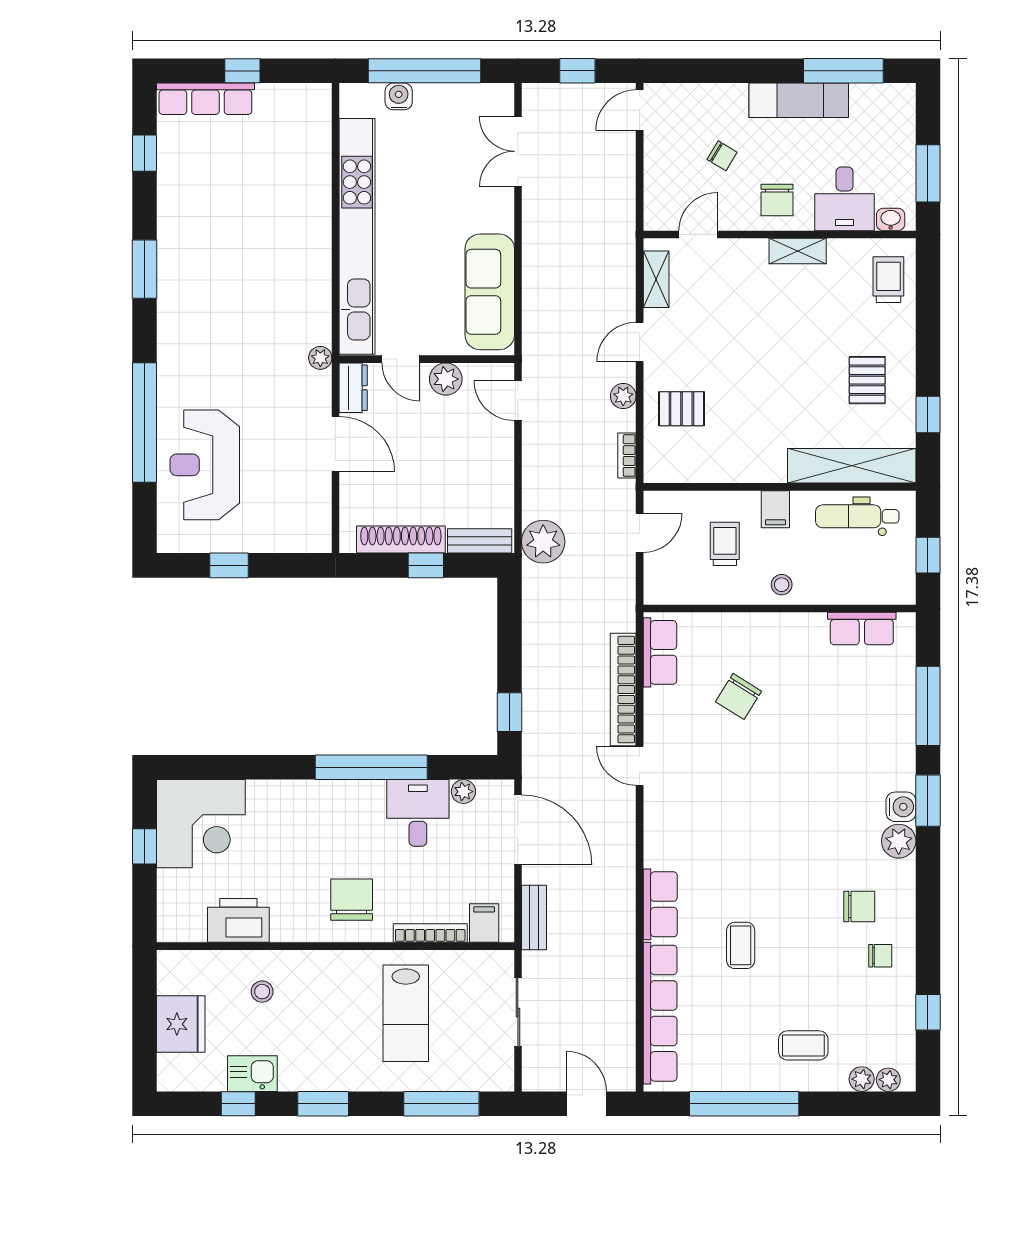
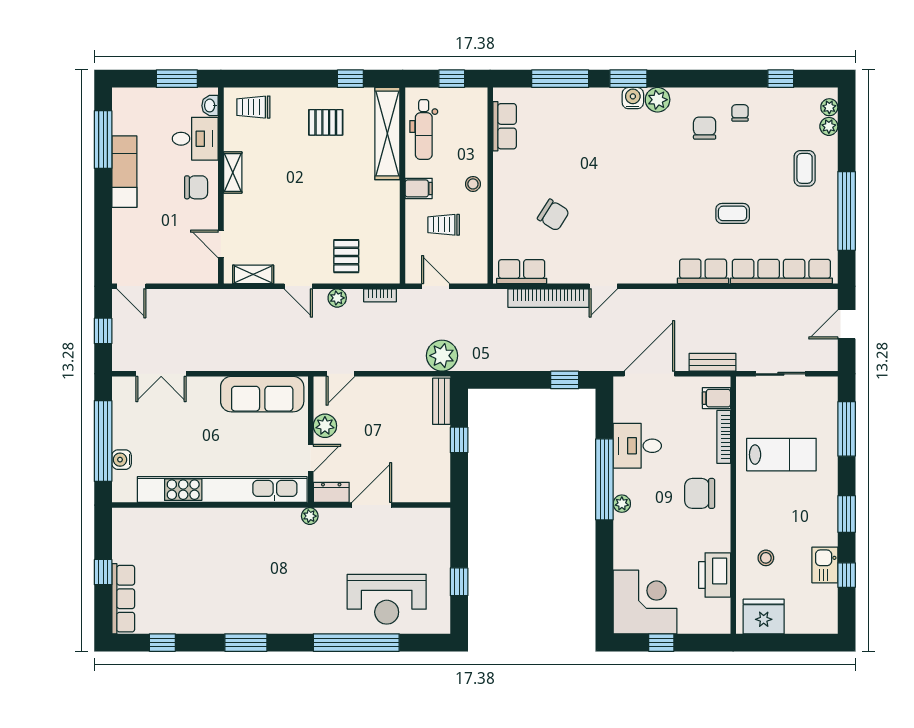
chair: (722, 156) -> (164, 227), removed
shoe rack: (401, 540) -> (440, 458), removed
plant: (463, 792) -> (622, 504), moved
fridge: (181, 1024) -> (764, 616), moved

